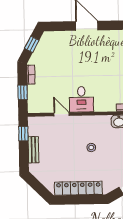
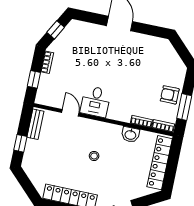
window: (23, 134) -> (20, 143), moved
bench: (33, 150) -> (35, 124), moved

